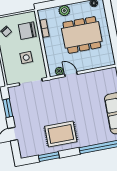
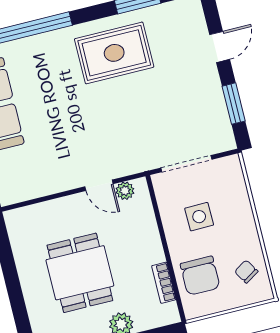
chair: (27, 31) -> (200, 276), turned 90
dining table: (82, 35) -> (80, 273), width x0.73

